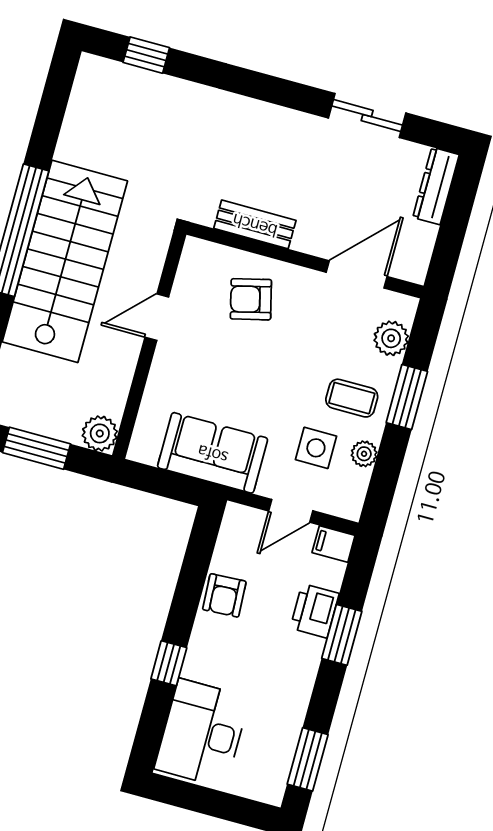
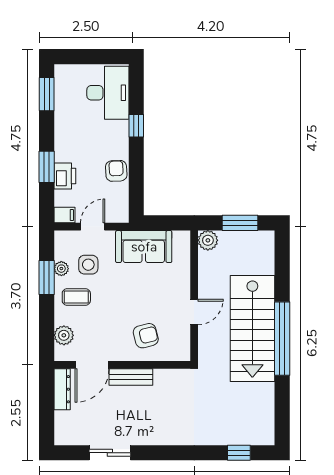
dresser: (436, 186) -> (62, 389), moved
bench: (255, 224) -> (131, 377), moved
window: (407, 397) -> (47, 278), moved

